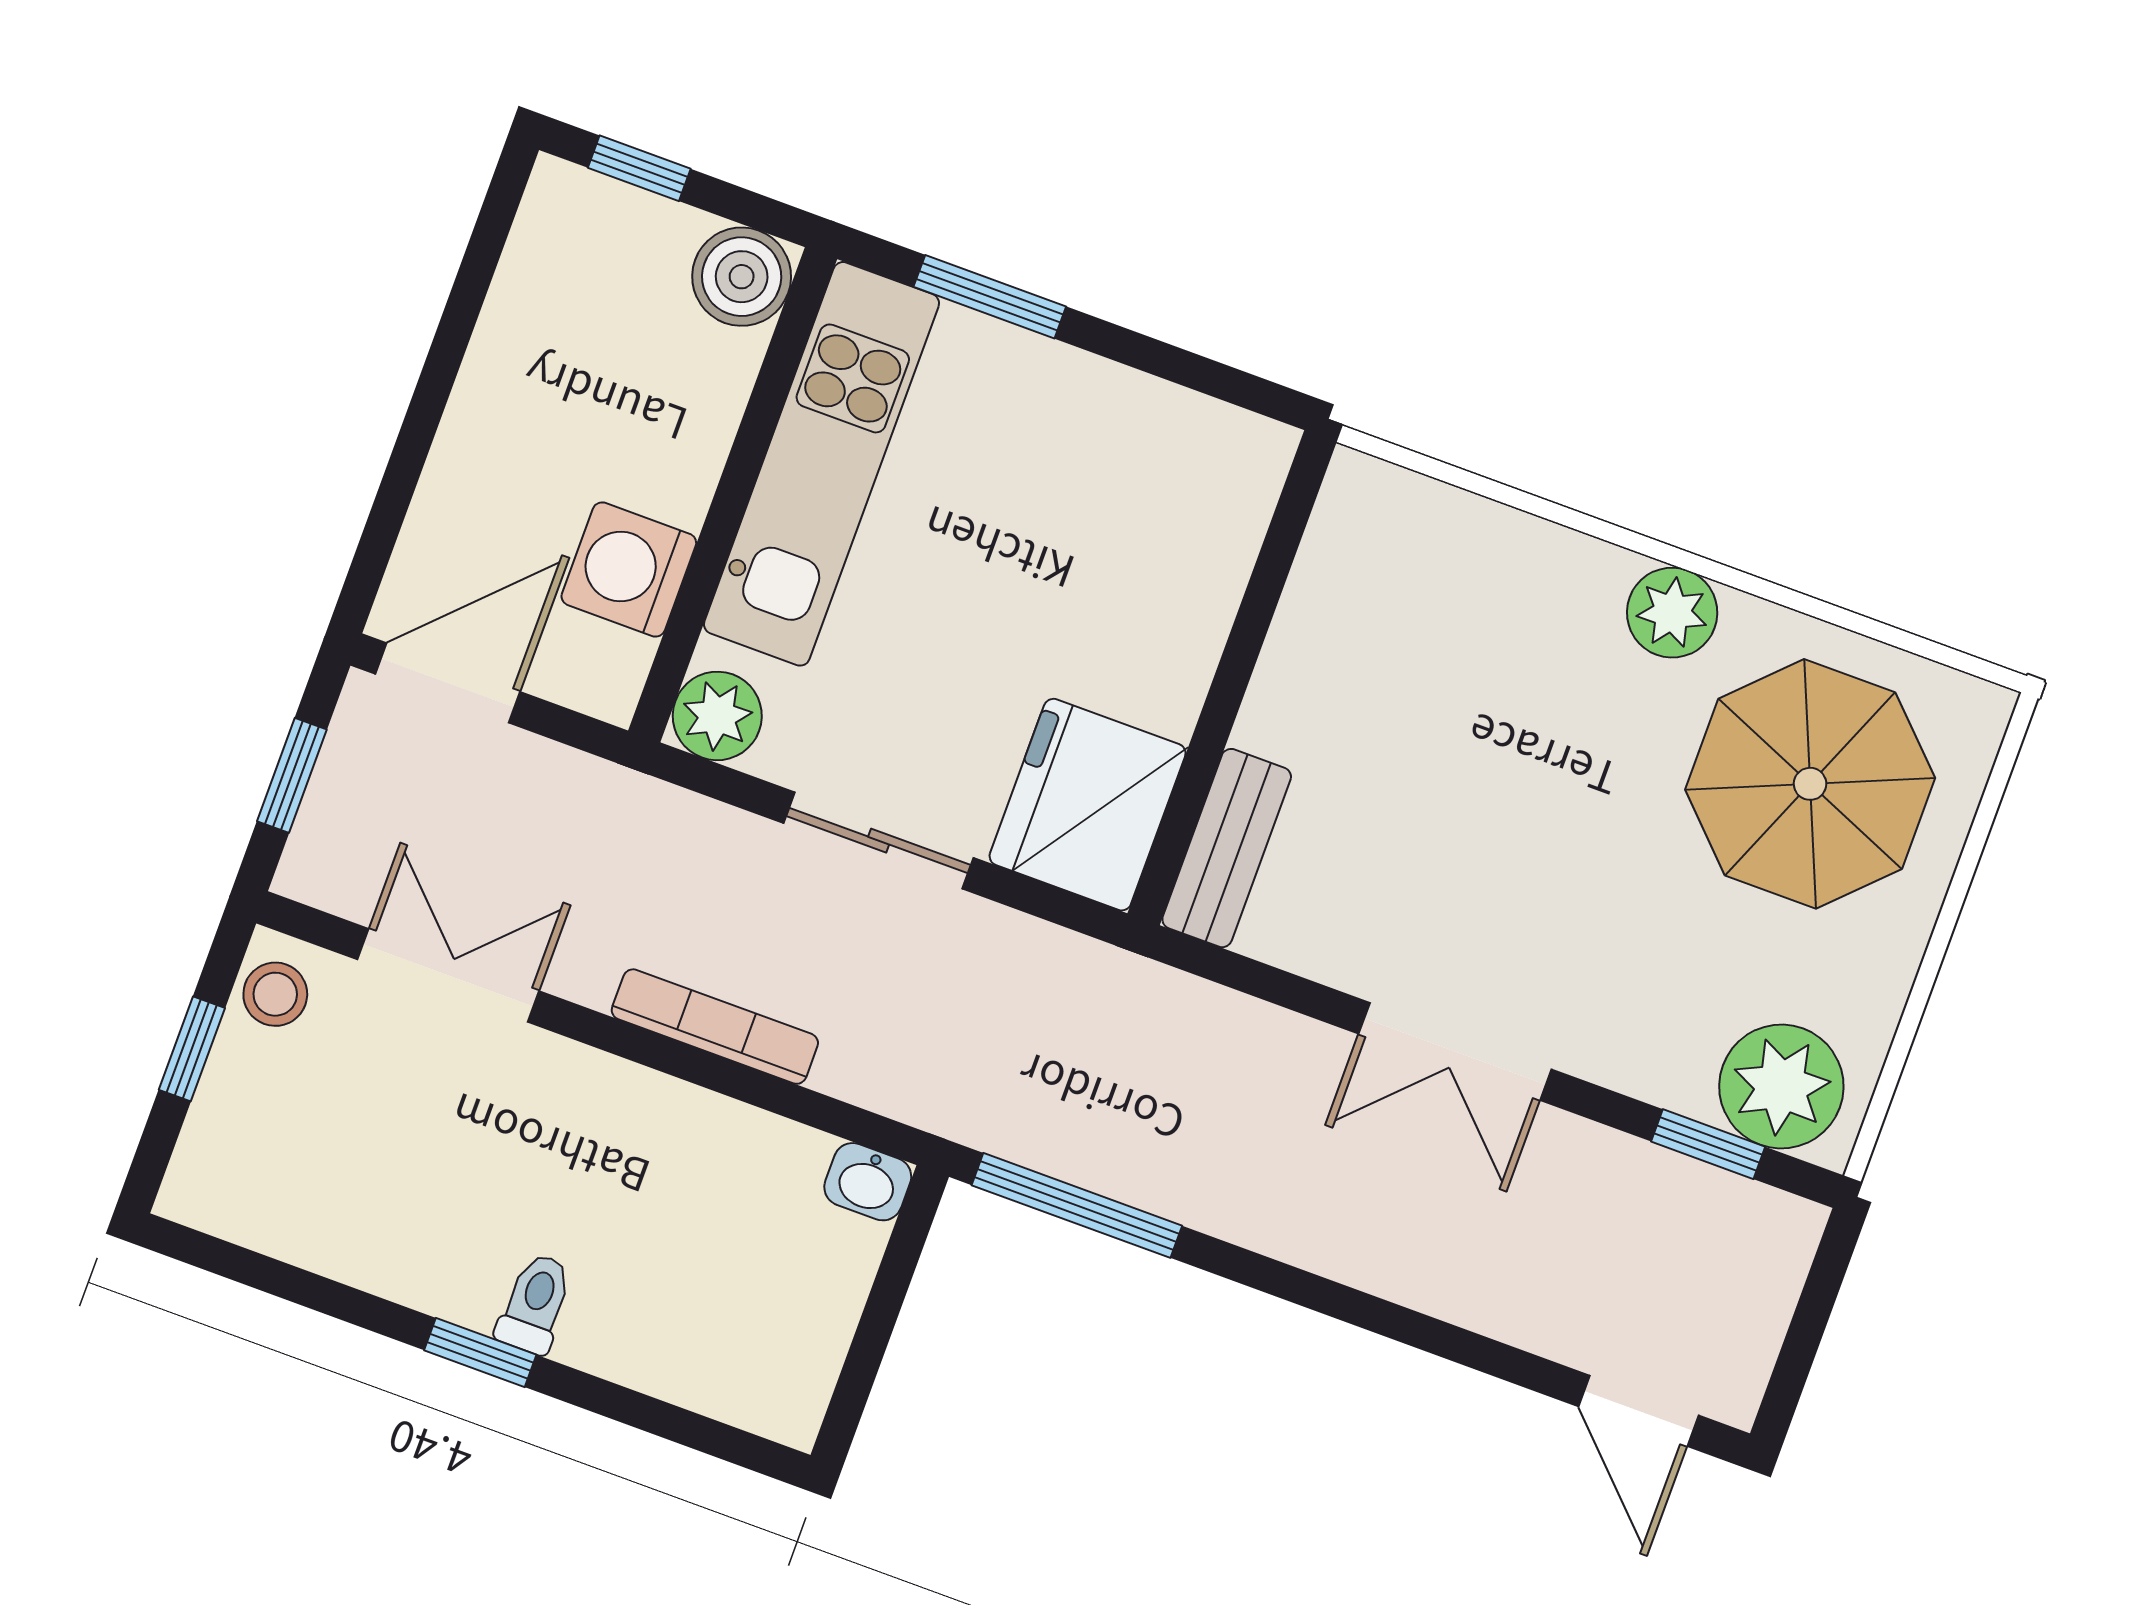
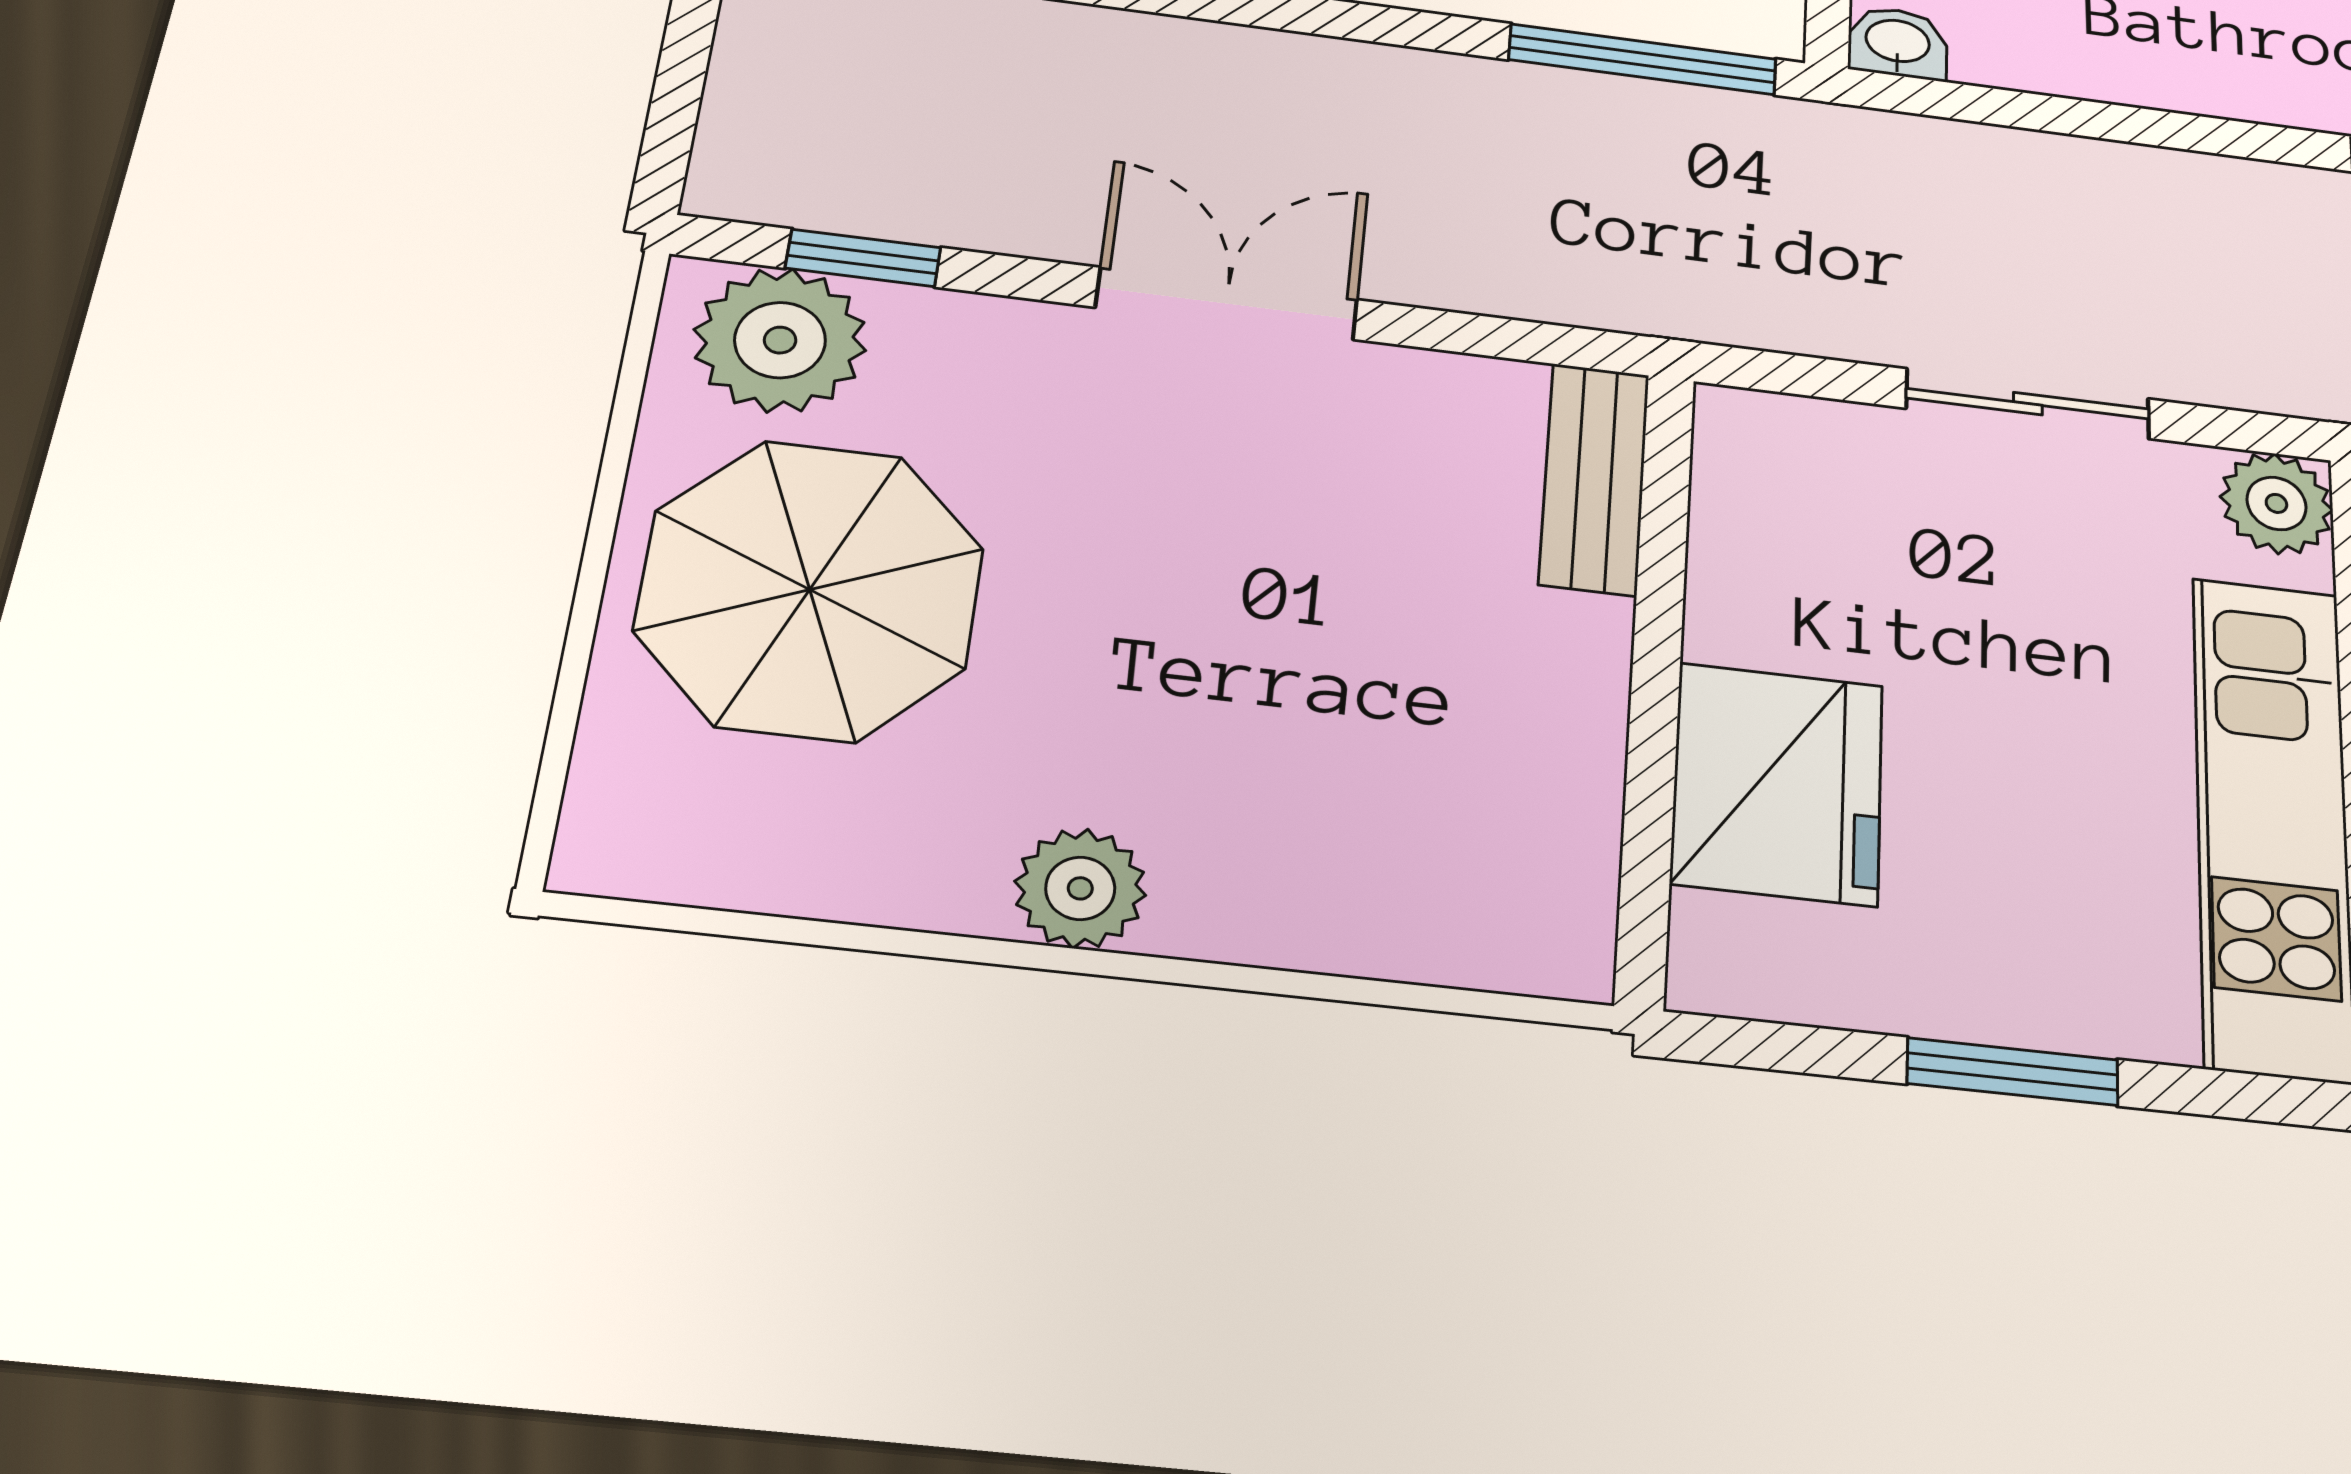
window: (990, 297) -> (2013, 1072), moved
parasol: (1810, 784) -> (810, 590), moved
fridge: (1088, 805) -> (1778, 784), moved
bookcase: (715, 1027) -> (2138, 170), removed

